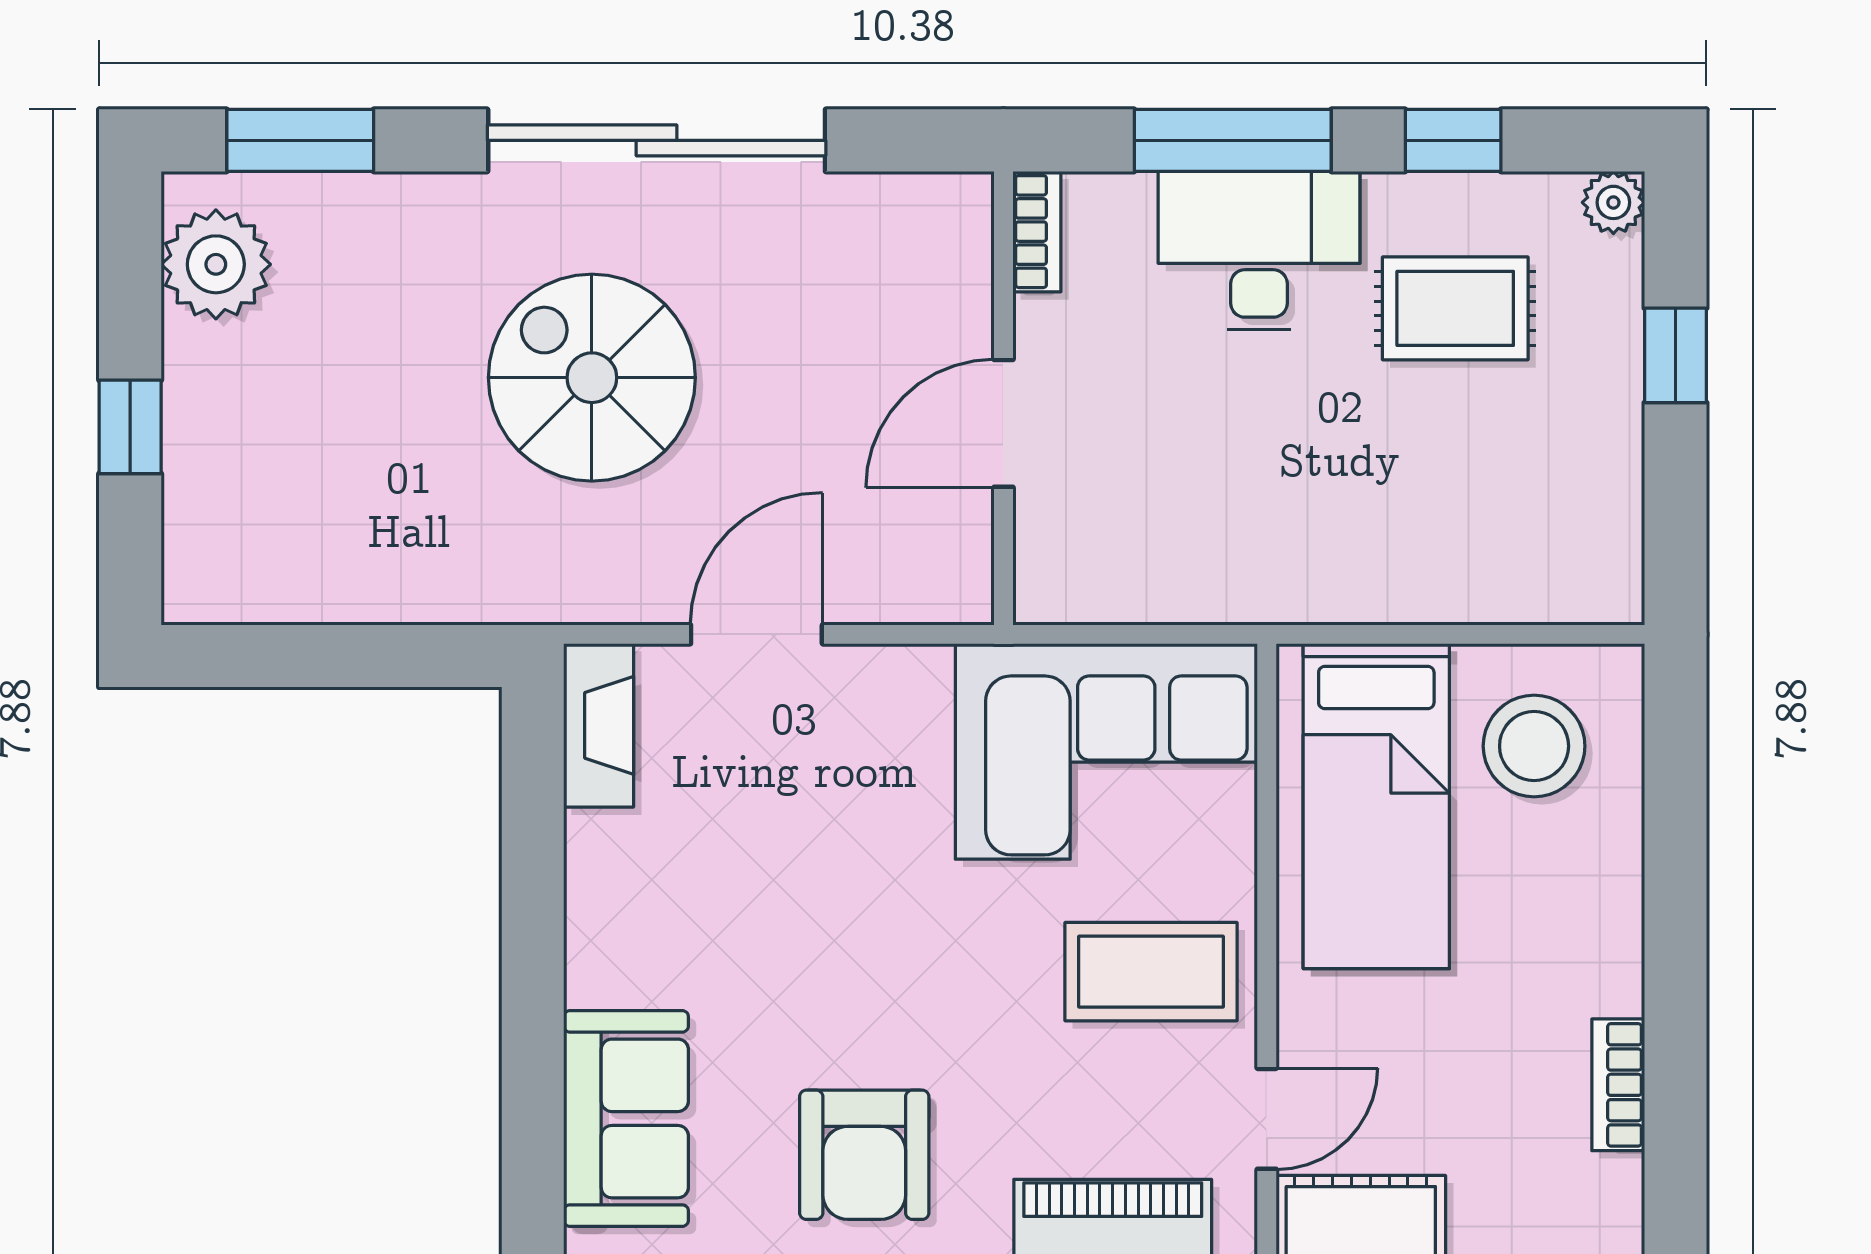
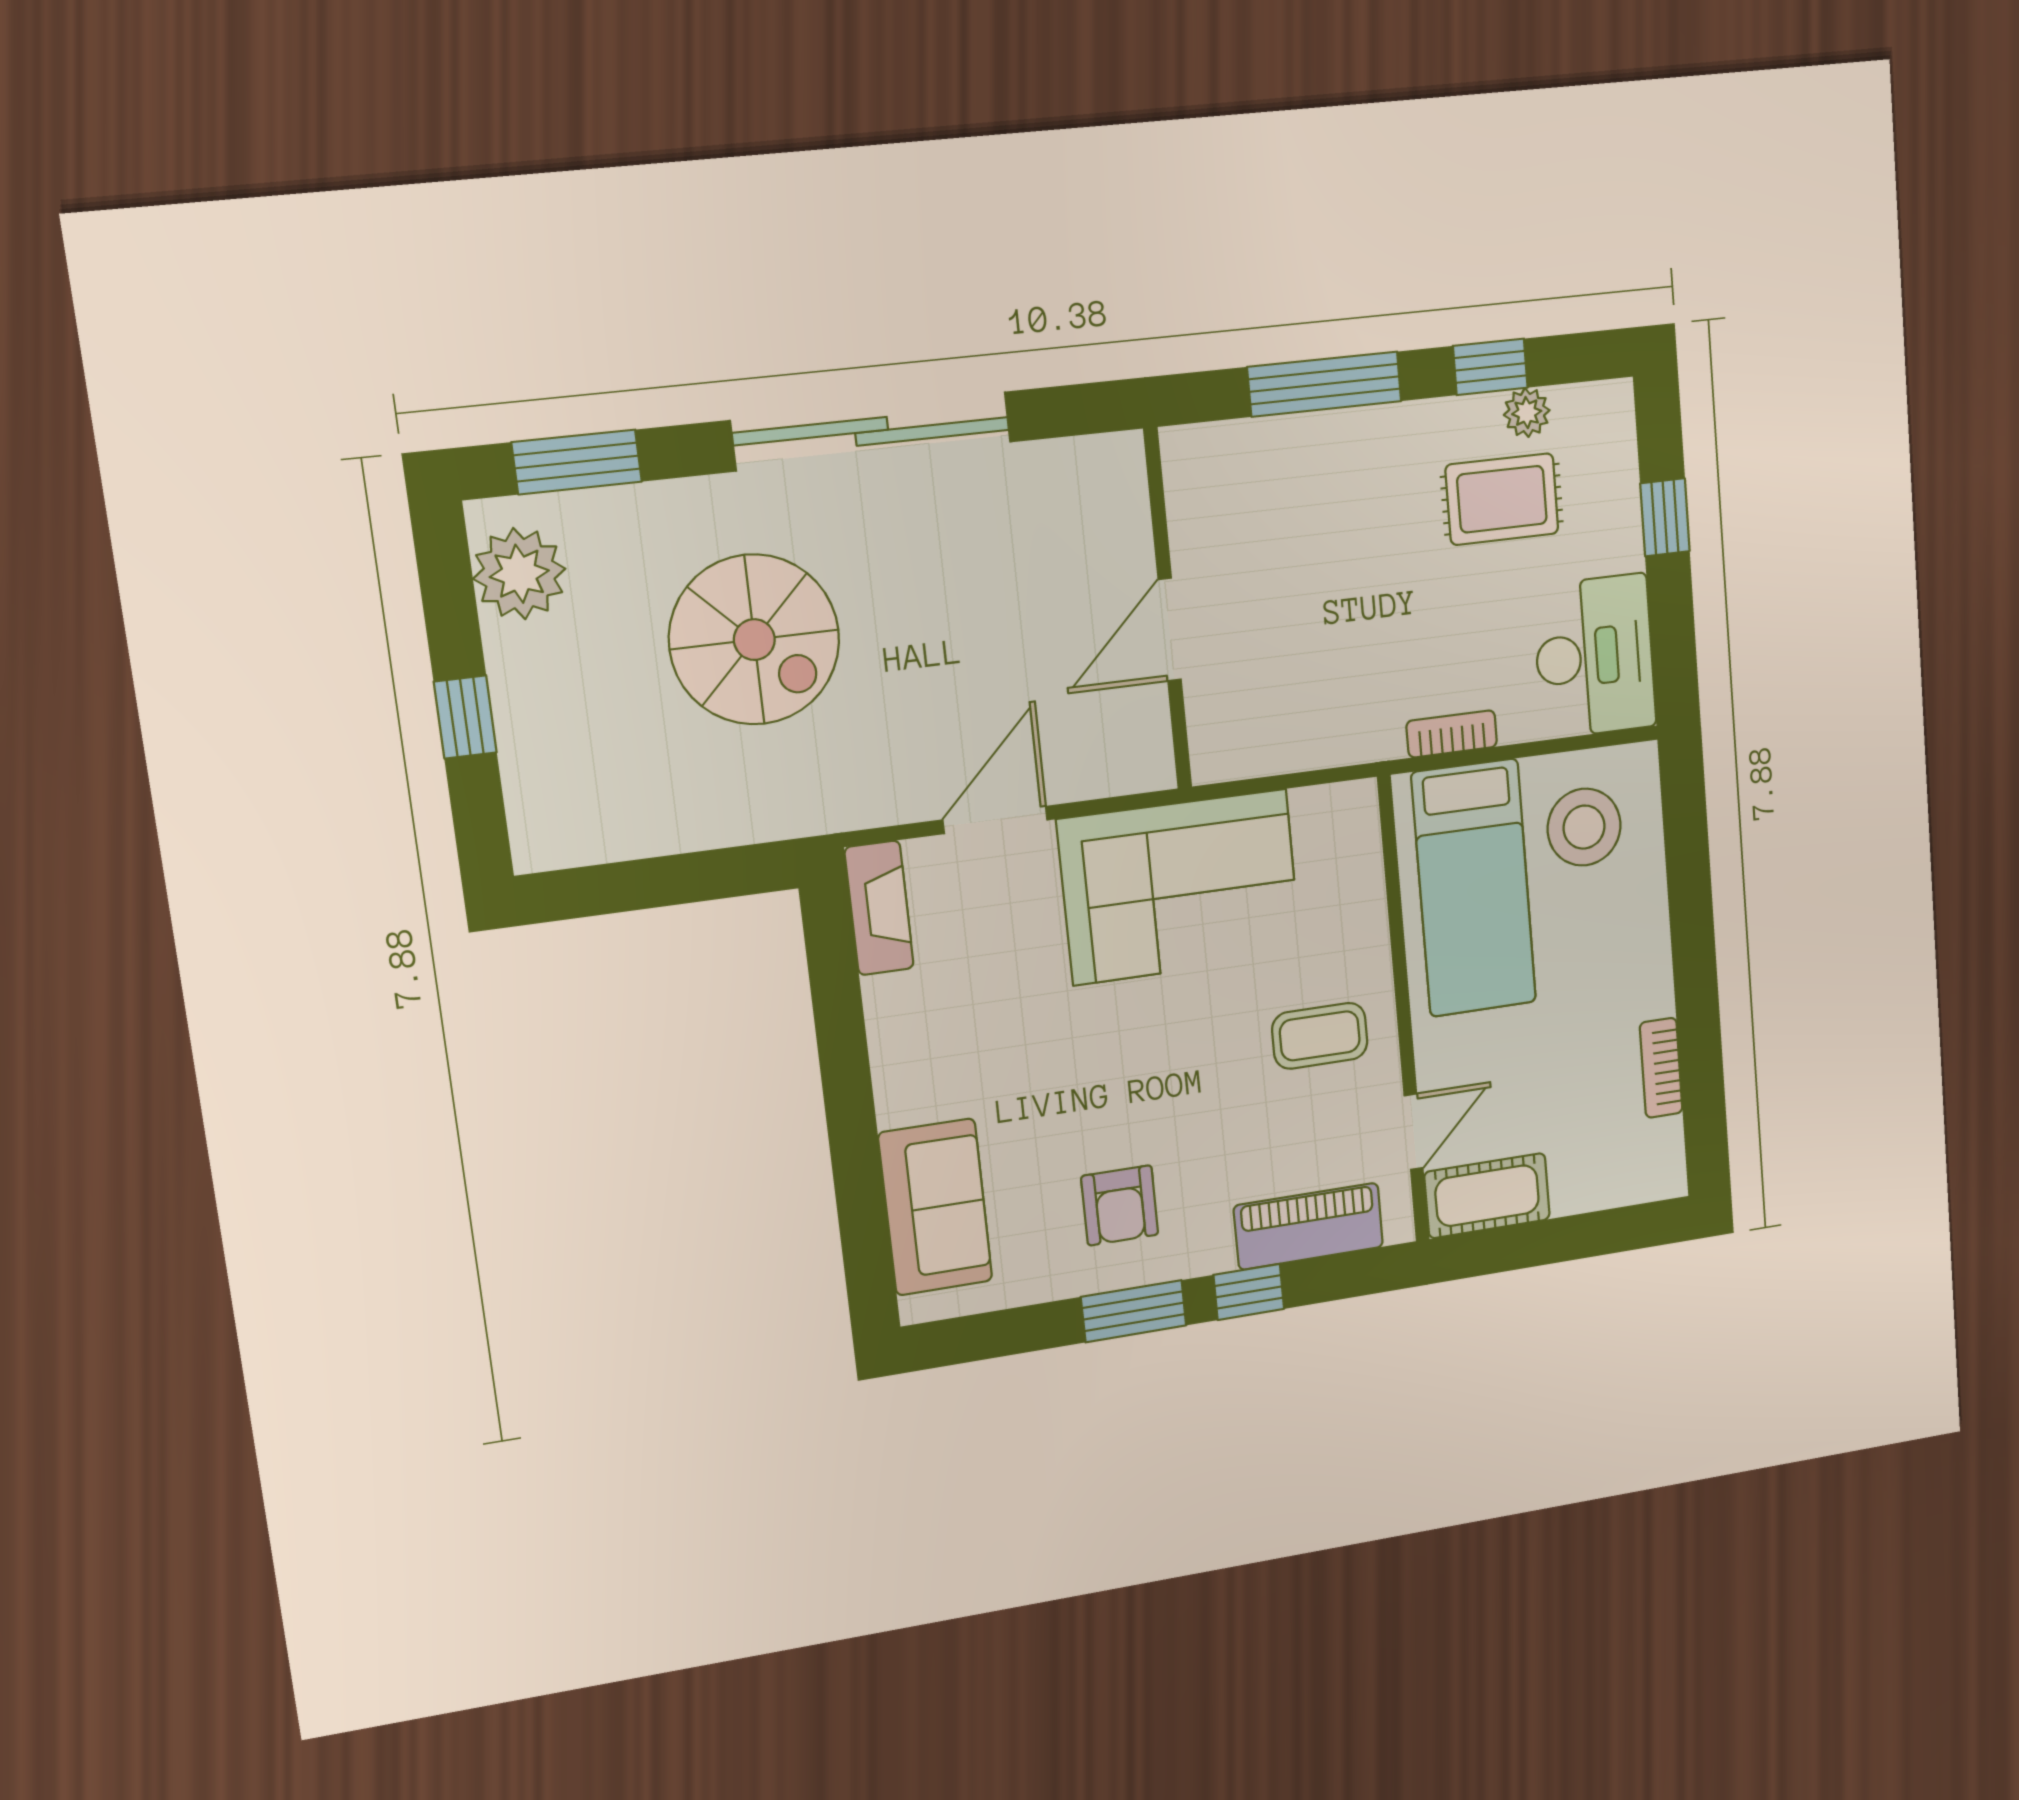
plant: (1613, 202) -> (1527, 413), moved
bookcase: (1037, 232) -> (1452, 734), moved, turned -90
desk: (1259, 251) -> (1594, 656), moved, turned 90
spiral stairs: (592, 378) -> (754, 640), moved, turned 180
corner sofa: (1106, 751) -> (1180, 887), moved
coffee table: (1151, 972) -> (1320, 1036), width x0.73, depth x0.77
armchair: (864, 1155) -> (1120, 1205), width x0.72, depth x0.72

